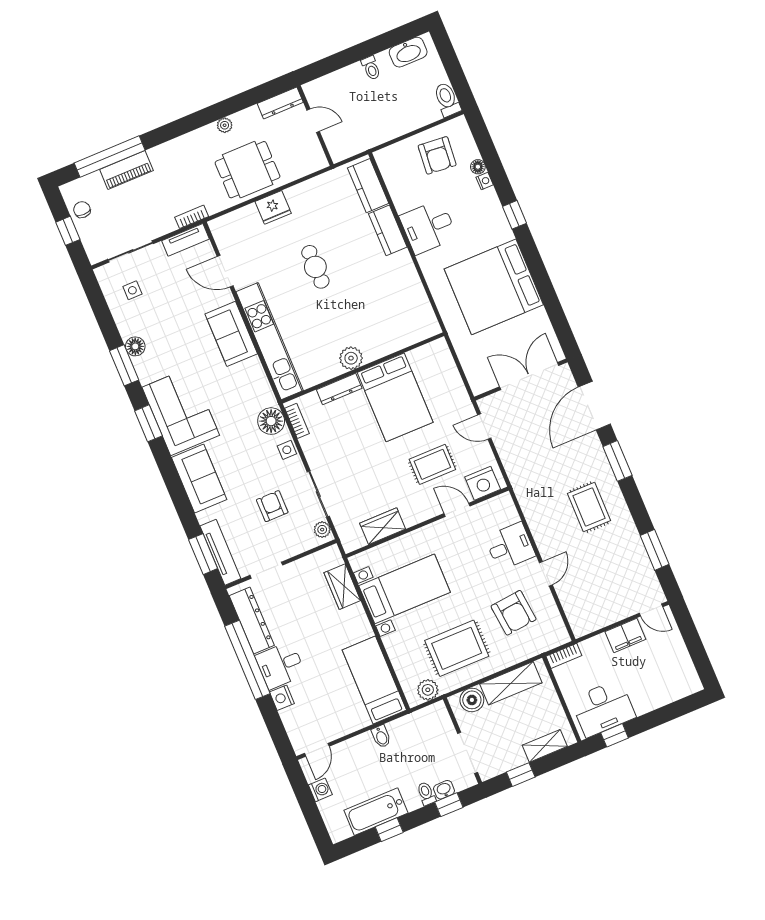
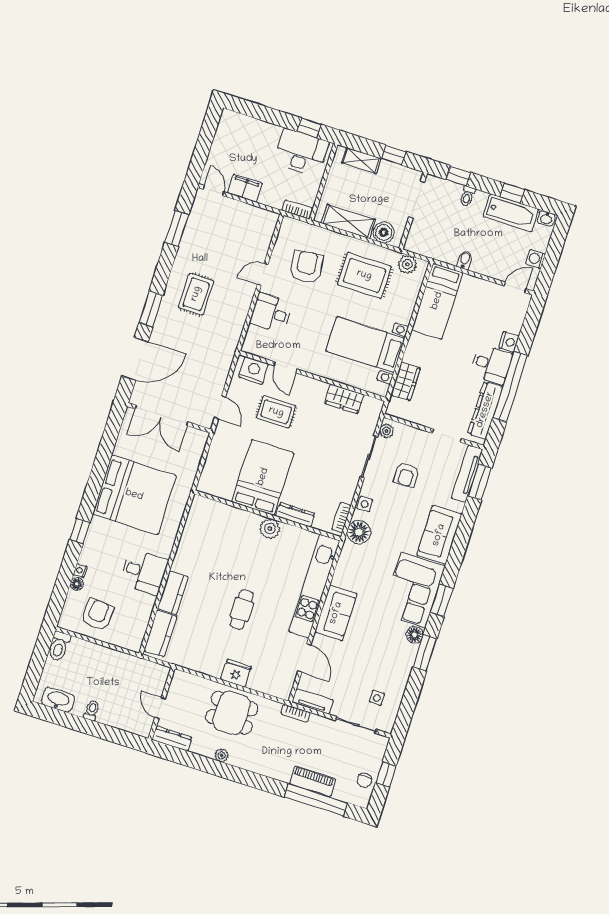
floor lamp: (135, 346) -> (414, 635), moved
washbasin: (444, 790) -> (546, 218), moved

